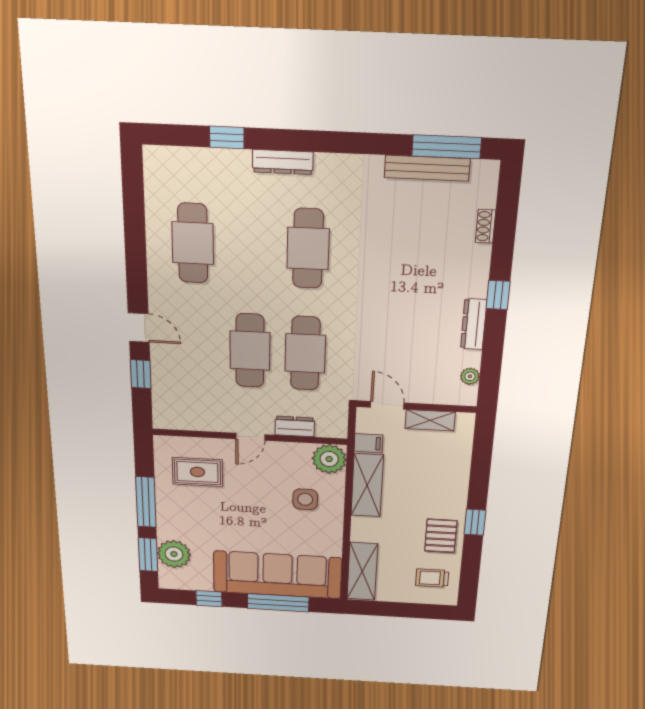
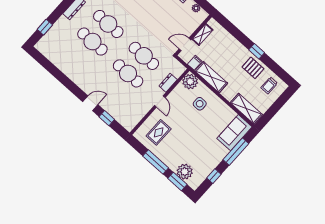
window: (227, 137) -> (45, 27), moved
cafe table: (193, 243) -> (92, 42), moved
sofa: (277, 575) -> (234, 133), width x0.54, depth x0.79

